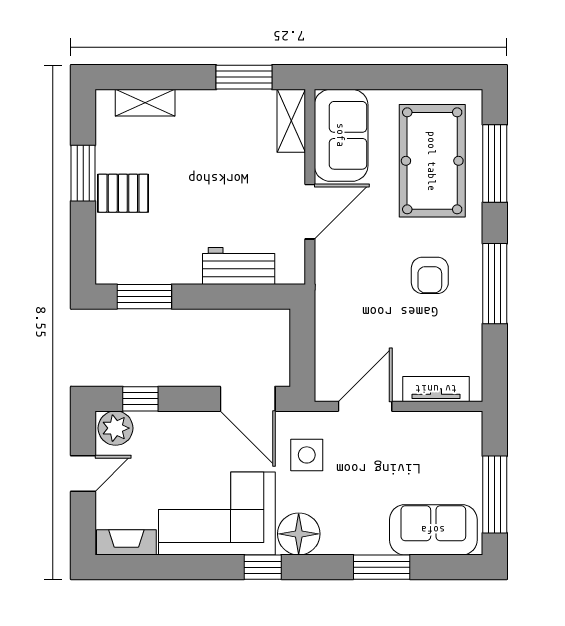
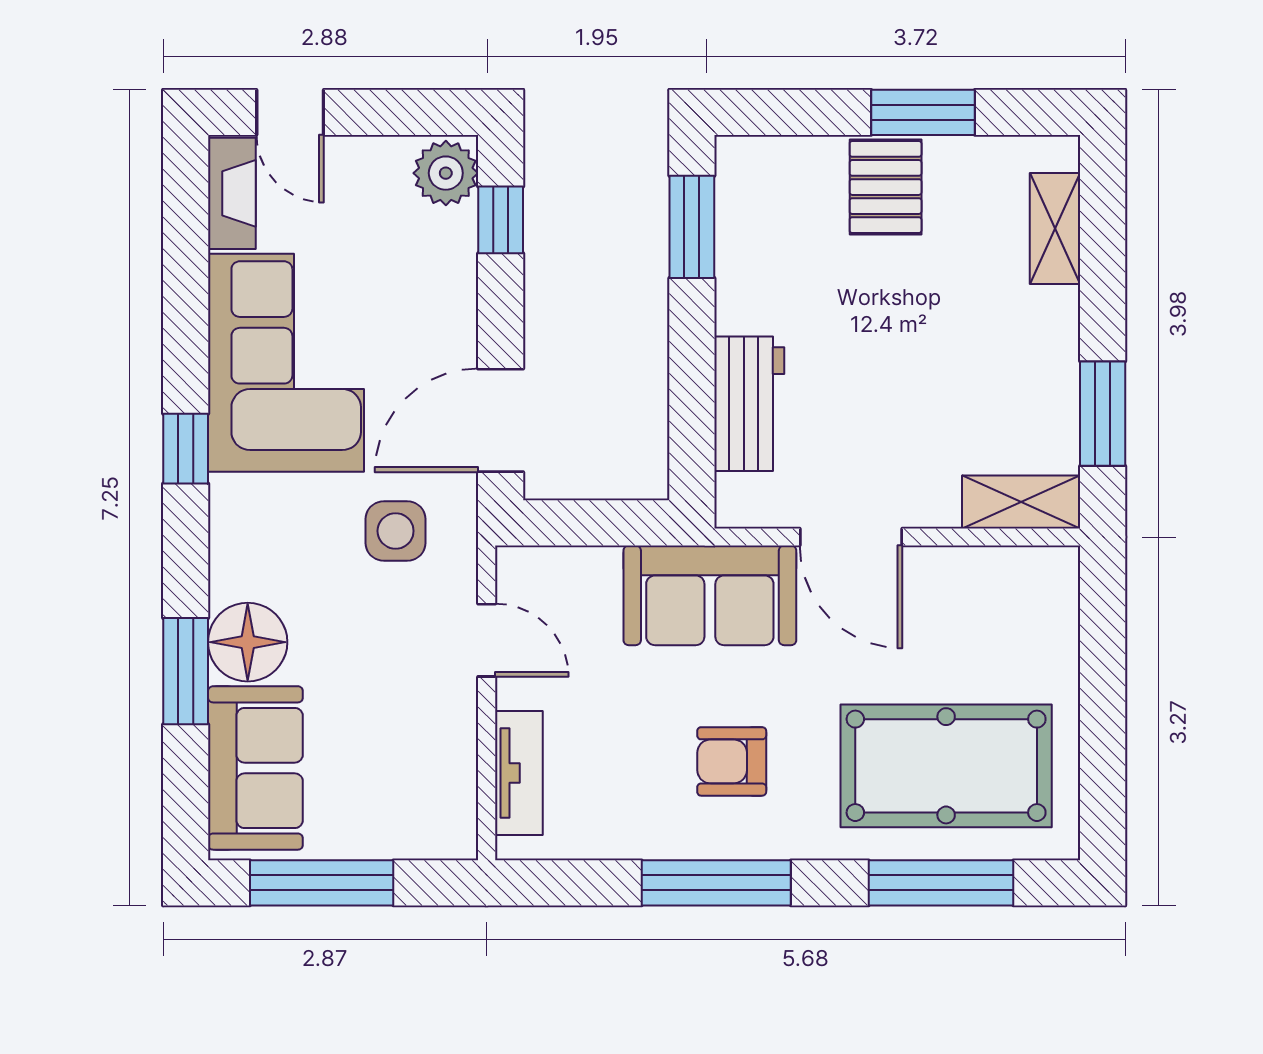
sofa: (341, 135) -> (710, 595), moved
door: (365, 406) -> (487, 640), width x0.73
door: (83, 473) -> (290, 112), moved
floor lamp: (299, 534) -> (248, 642), moved

